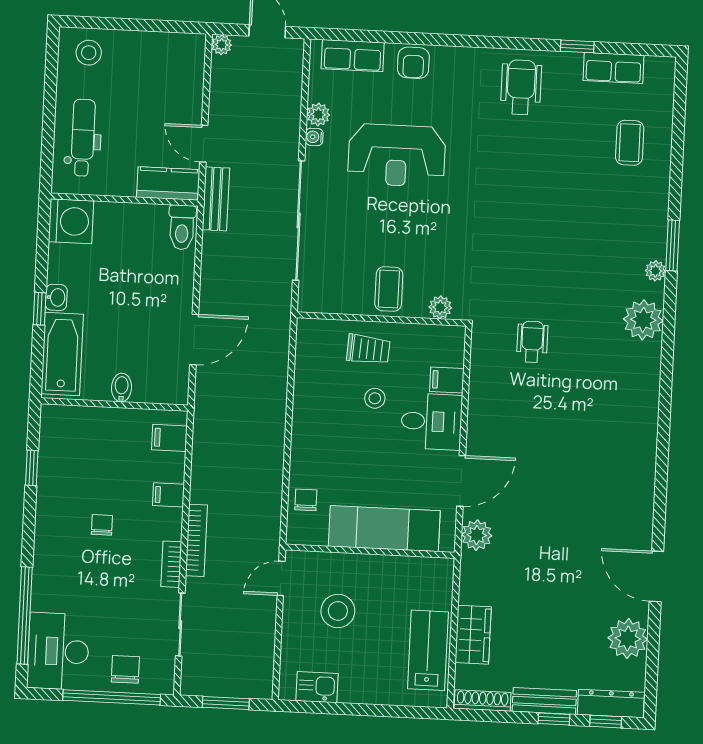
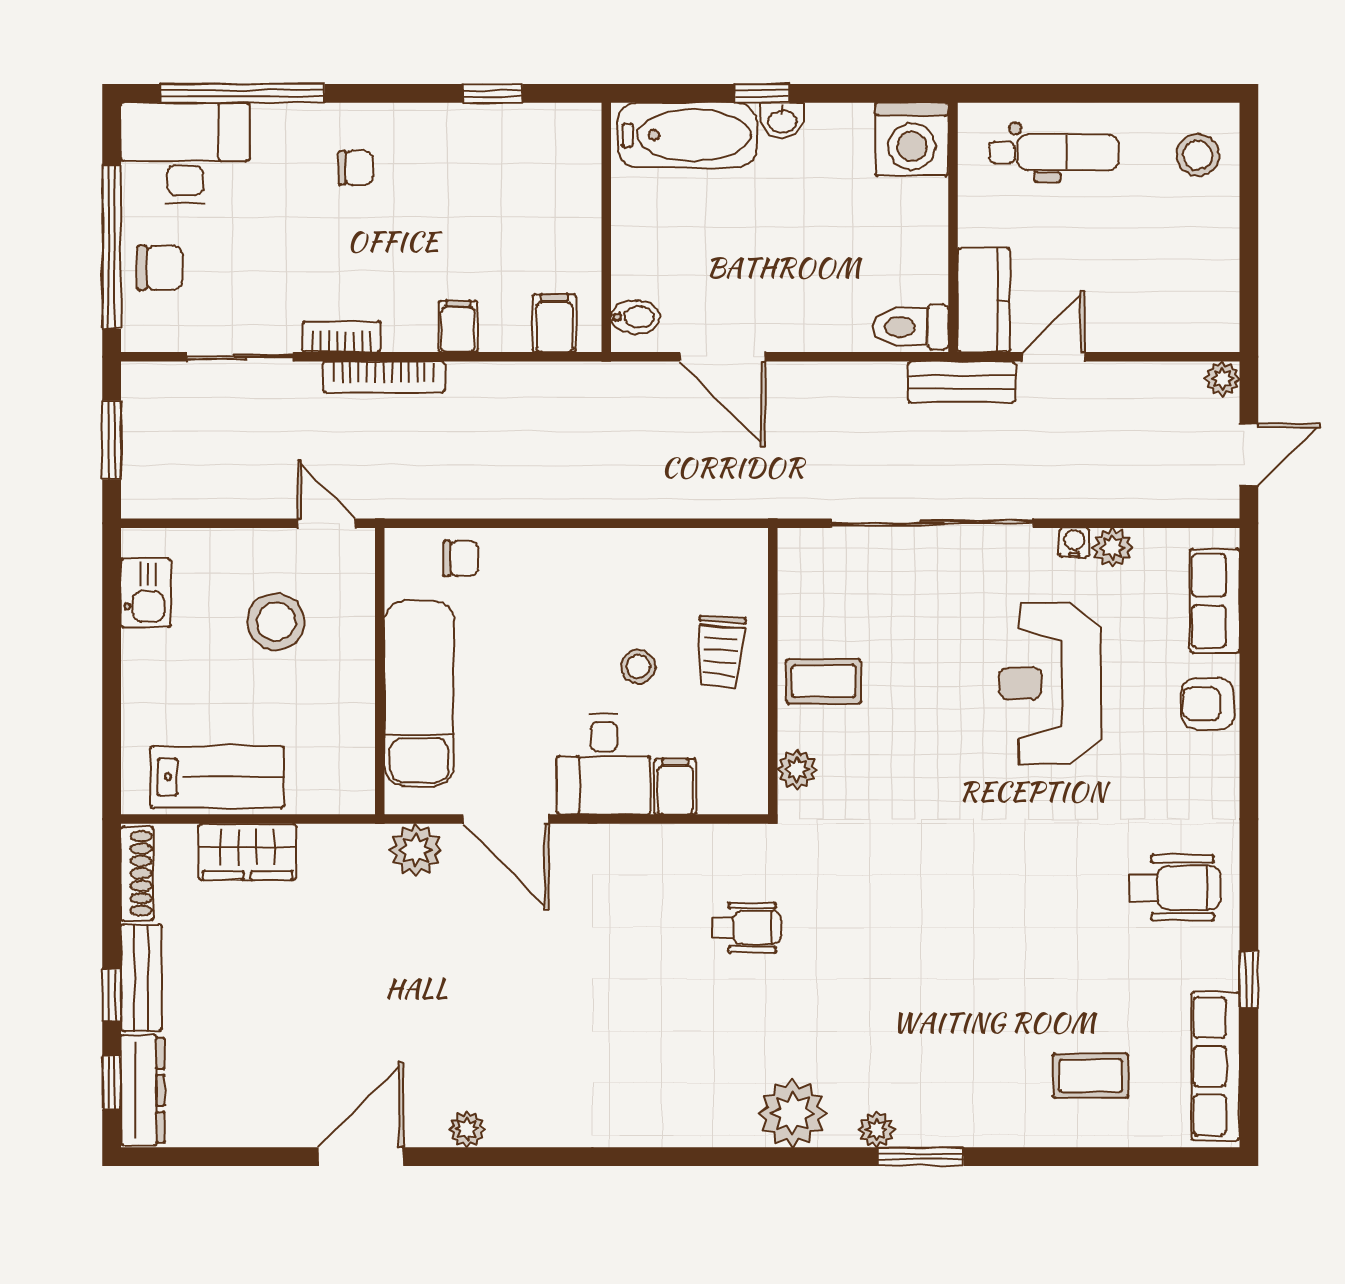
row of seats: (613, 68) -> (1216, 1066), width x1.48
bidet: (122, 388) -> (635, 317), moved
chair: (102, 525) -> (356, 168), moved
plant: (628, 639) -> (467, 1129), moved, width x0.53, depth x0.53

